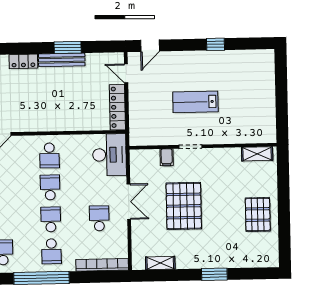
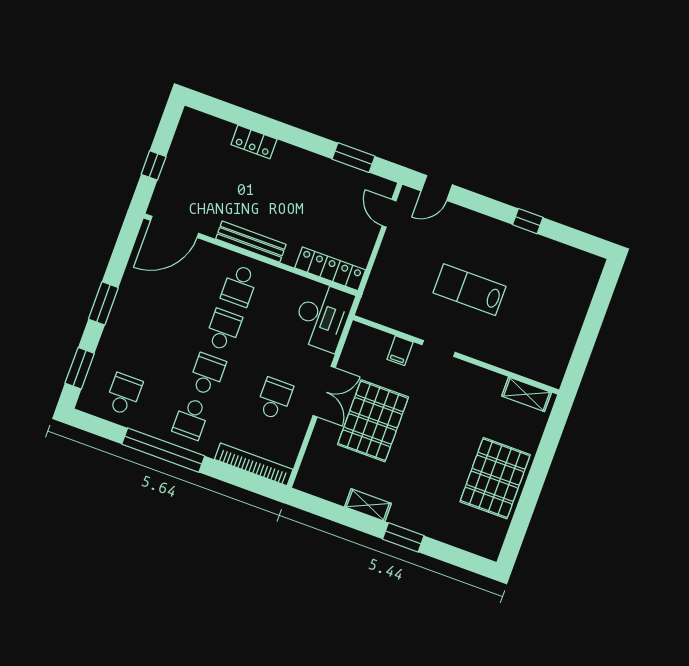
window: (68, 47) -> (353, 158), moved
bench: (62, 60) -> (251, 242), moved
locker: (117, 107) -> (330, 269), moved, turned 90
pallet: (184, 206) -> (373, 421), moved
pallet: (258, 214) -> (495, 478), width x1.37, depth x1.41
shelving: (160, 263) -> (368, 505), moved

